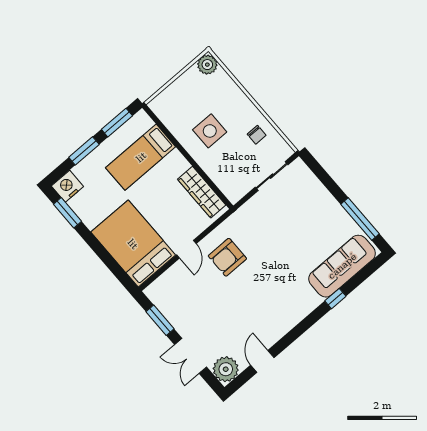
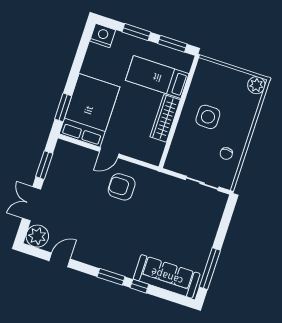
wardrobe: (202, 192) -> (165, 118), moved
window: (67, 213) -> (63, 107), moved
window: (309, 321) -> (111, 277), added

